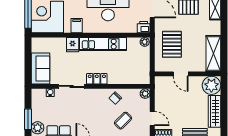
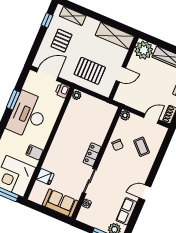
kitchen unit: (103, 44) -> (62, 135), removed
fridge: (73, 45) -> (45, 177), moved

